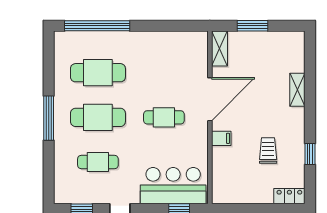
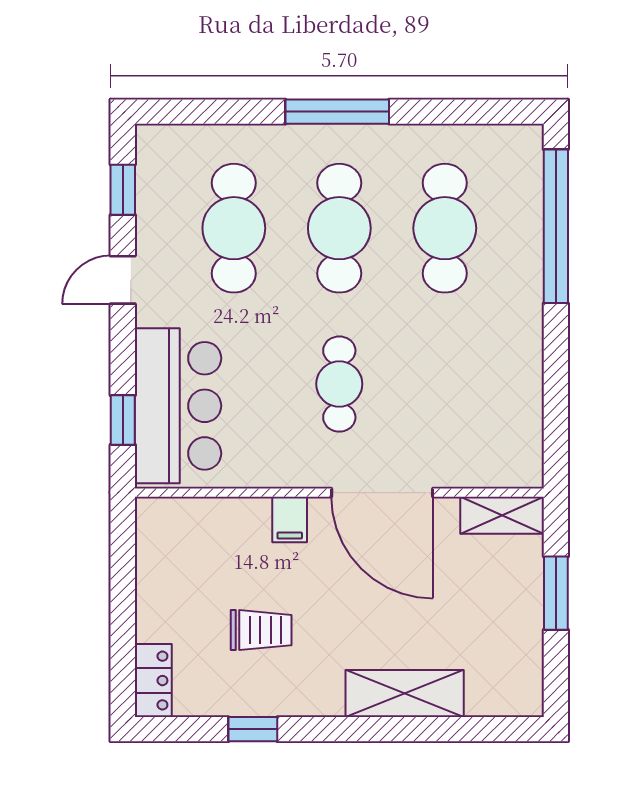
shelving: (297, 90) -> (405, 693), width x1.50, depth x1.33
cafe table: (98, 162) -> (234, 228), width x1.37, depth x1.35

